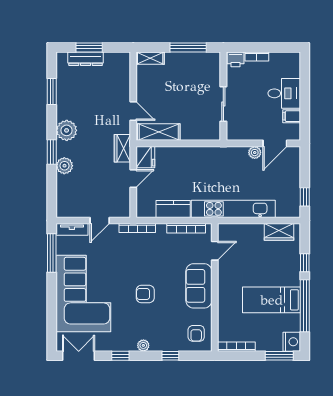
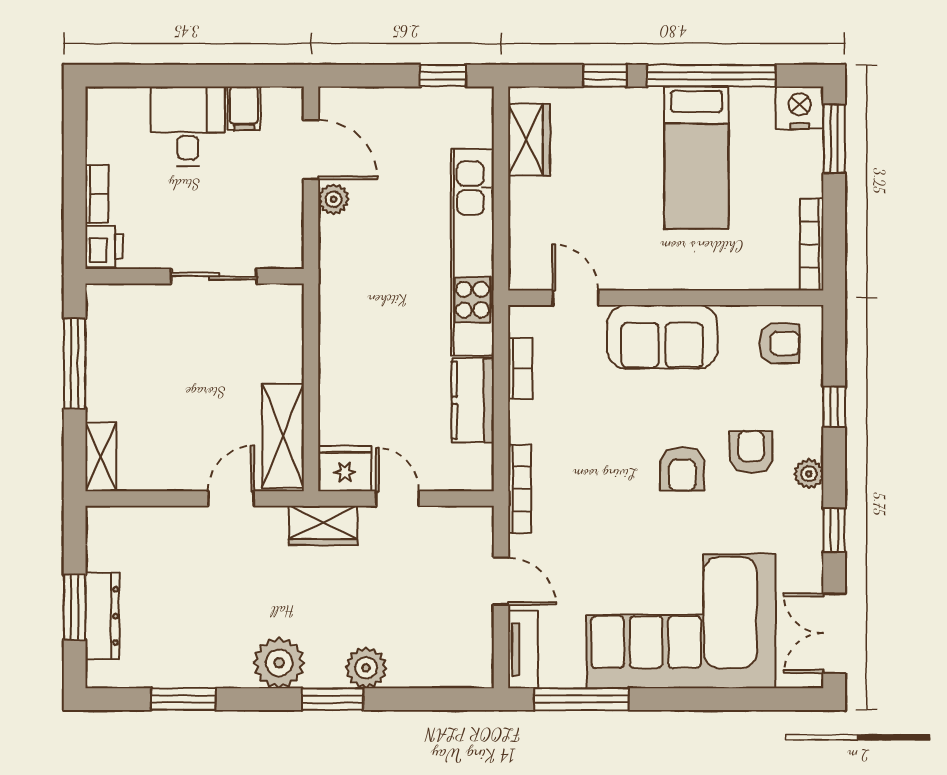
bookcase: (186, 228) -> (520, 368), width x0.64
armchair: (152, 322) -> (751, 452), added

